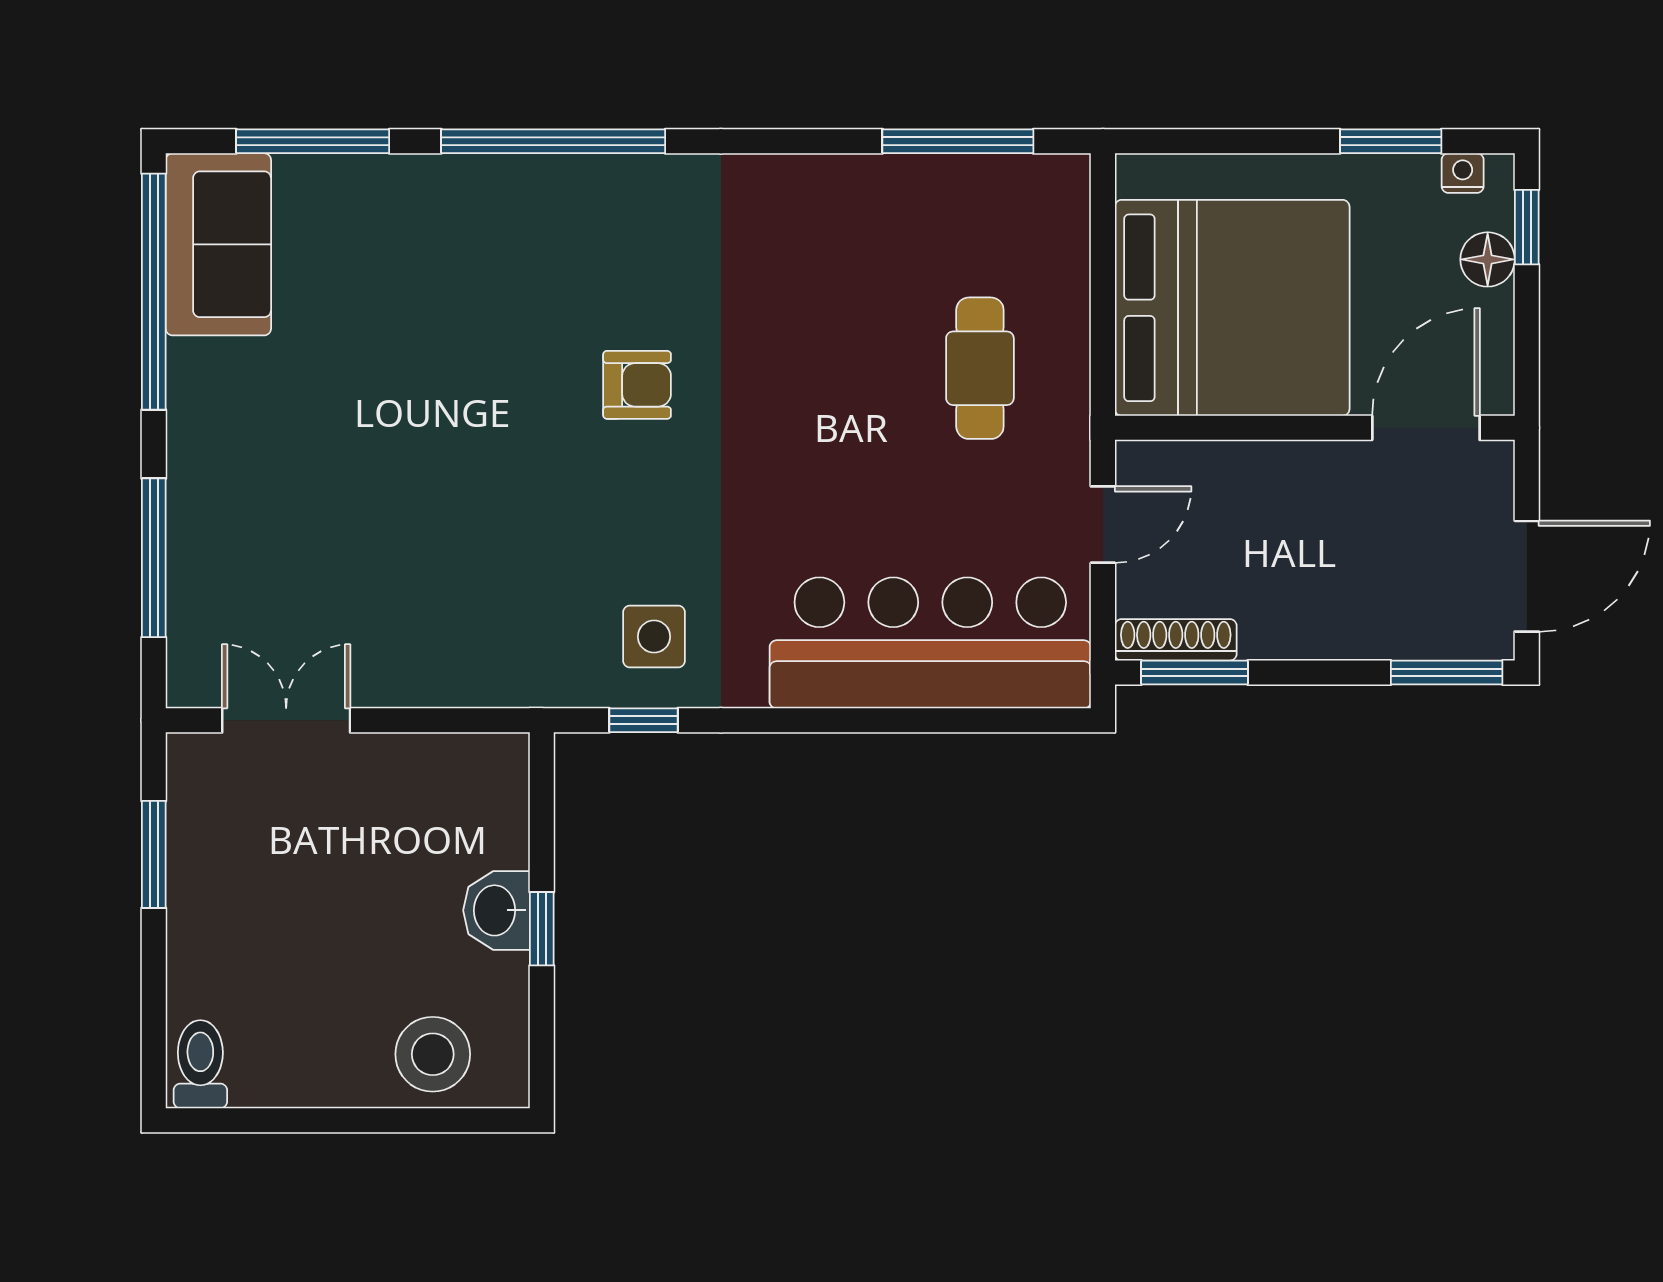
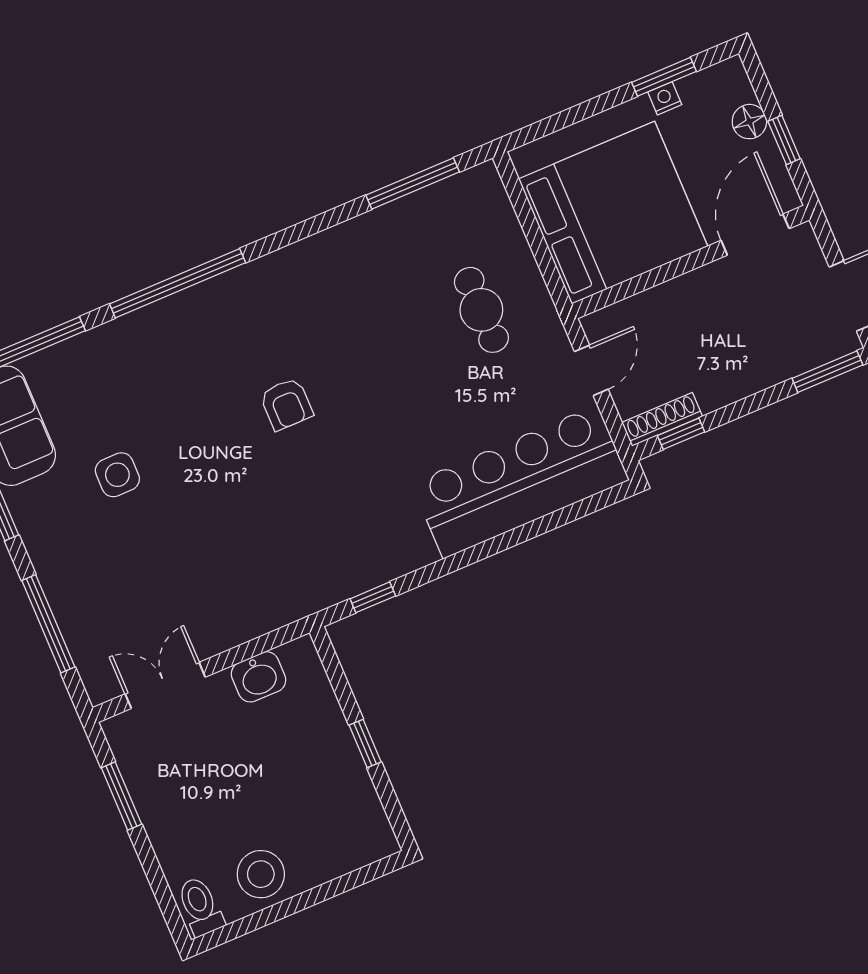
nightstand: (1463, 173) -> (665, 98), moved
window: (1527, 227) -> (784, 140), moved
armchair: (637, 385) -> (286, 404), turned 90
side table: (654, 637) -> (117, 475), moved
window: (1195, 673) -> (681, 434), width x0.67
washbasin: (496, 910) -> (259, 677), moved, turned -90
stool: (433, 1054) -> (261, 874), moved

